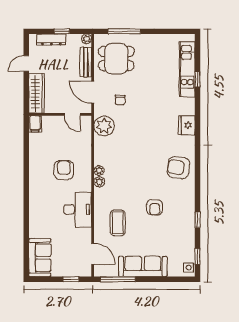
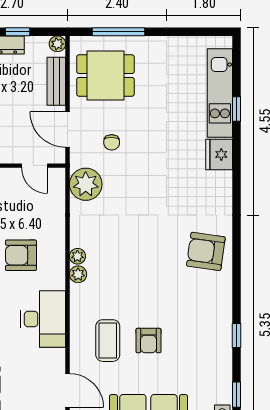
fridge: (187, 125) -> (219, 154), moved
armchair: (64, 170) -> (21, 255), turned -90
armchair: (155, 207) -> (148, 341), moved

